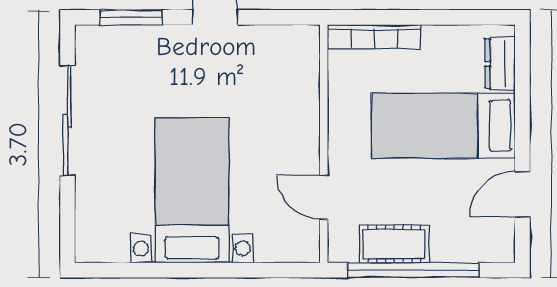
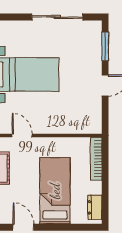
dresser: (500, 64) -> (95, 207), moved, turned -90
door: (324, 197) -> (22, 136), hinge flipped

